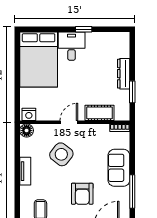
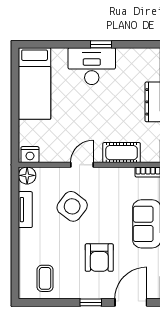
desk: (72, 46) -> (92, 66), width x1.37
bed: (39, 60) -> (35, 84), width x0.67
tv unit: (25, 171) -> (25, 210), moved

